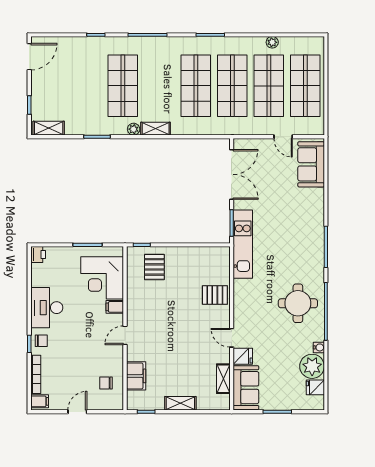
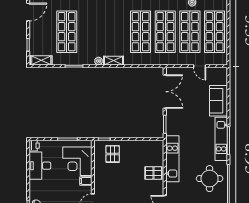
shop shelf: (123, 86) -> (67, 32), moved
sofa: (311, 164) -> (218, 101), moved
kitchen unit: (243, 244) -> (172, 159), moved
kitchen unit: (315, 245) -> (221, 139), added
desk: (47, 308) -> (40, 166), moved

